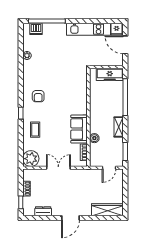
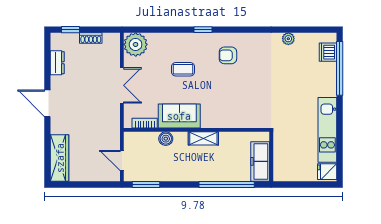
door: (125, 45) -> (304, 184), removed
shelving: (119, 127) -> (203, 138), moved
coffee table: (35, 130) -> (183, 69), moved

